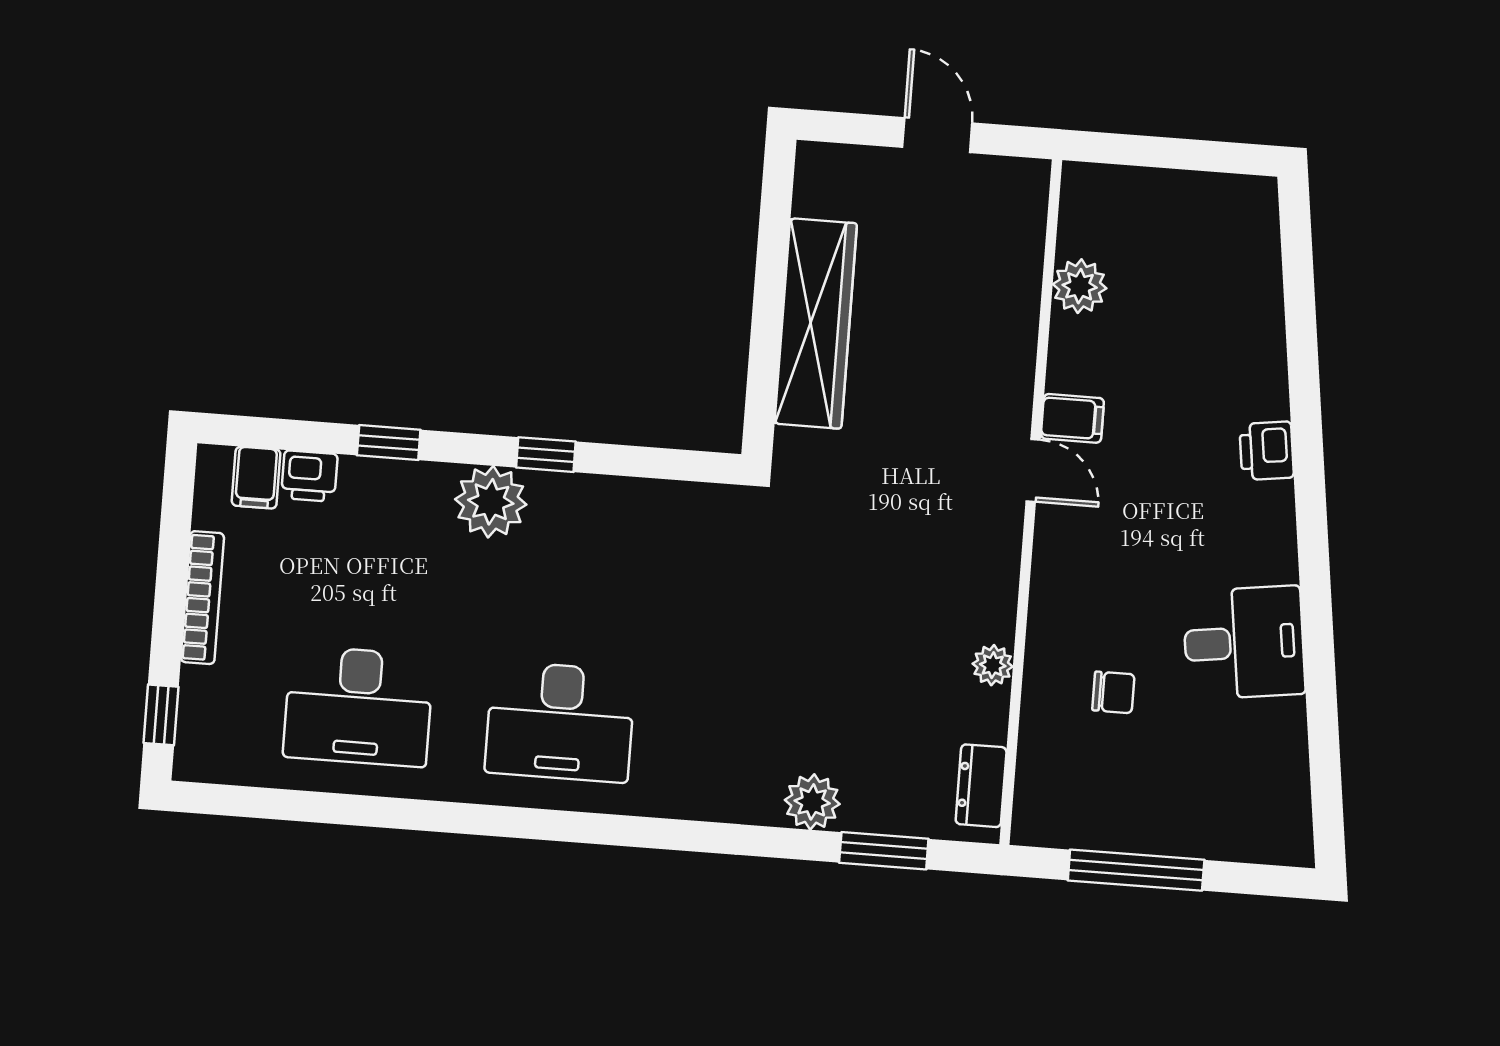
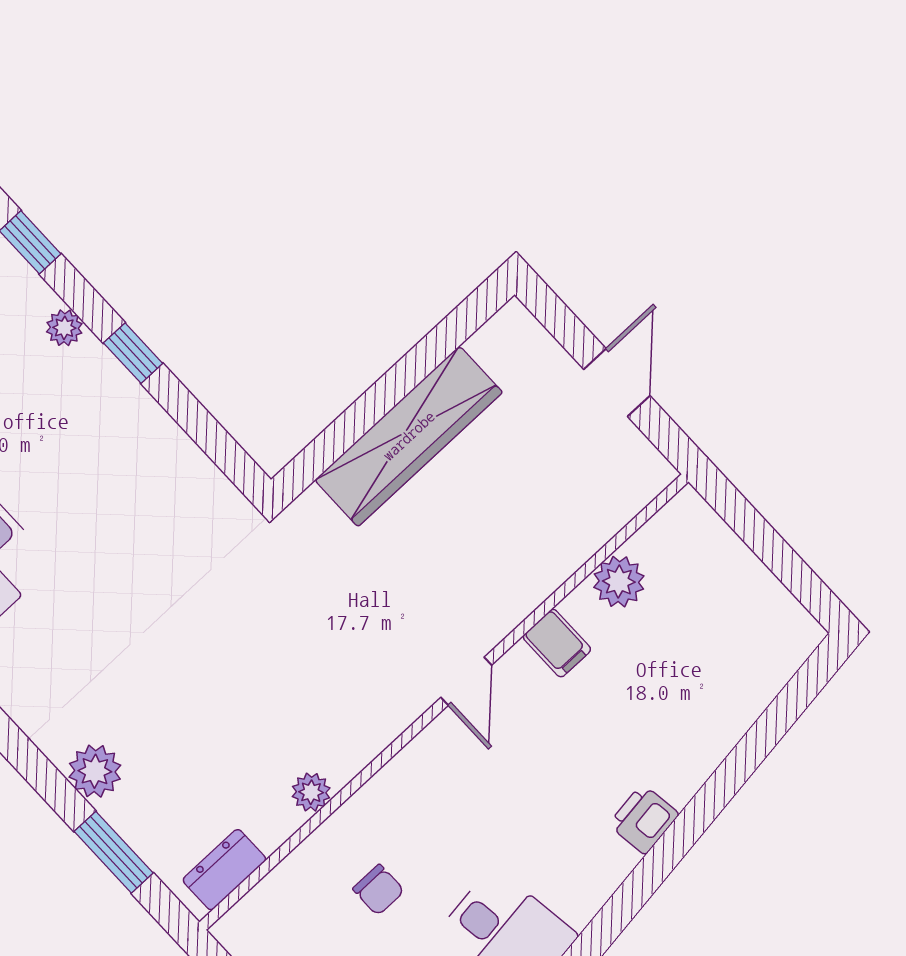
filing cabinet: (1072, 418) -> (557, 643), moved
plant: (491, 502) -> (64, 328), width x0.53, depth x0.53

